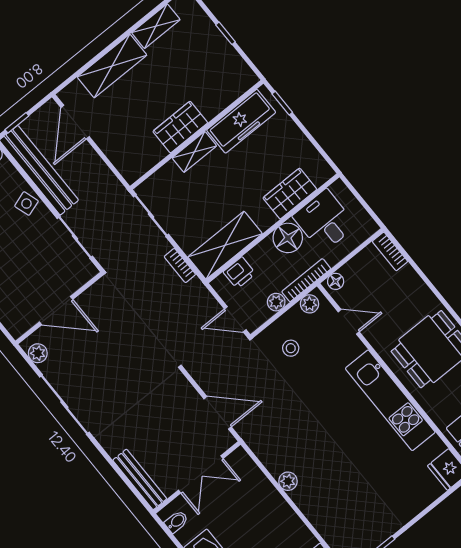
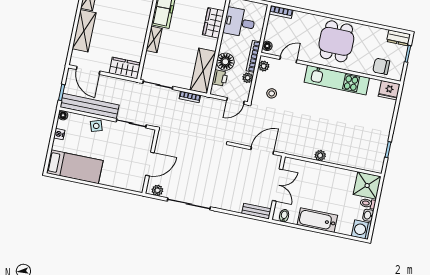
wardrobe: (180, 127) -> (125, 68), moved, turned 90
floor lamp: (288, 238) -> (225, 62), moved
bench: (140, 479) -> (256, 211), width x0.73

